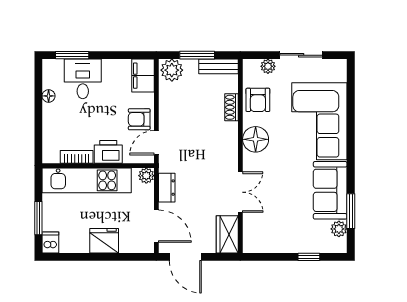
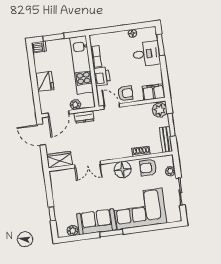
armchair: (139, 119) -> (125, 93), turned 90
plant: (146, 176) -> (75, 105), moved
window: (351, 211) -> (111, 233), moved
door: (185, 257) -> (41, 135), hinge flipped

